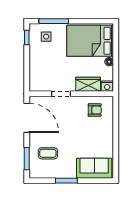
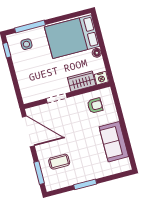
sofa: (94, 168) -> (114, 142), moved, turned -90

